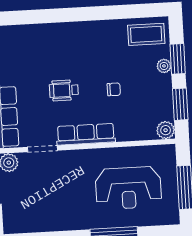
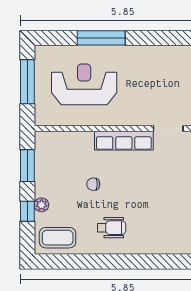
window: (178, 59) -> (27, 211), width x0.67
wheelchair: (64, 90) -> (111, 228), moved
plant: (166, 130) -> (44, 140), removed

